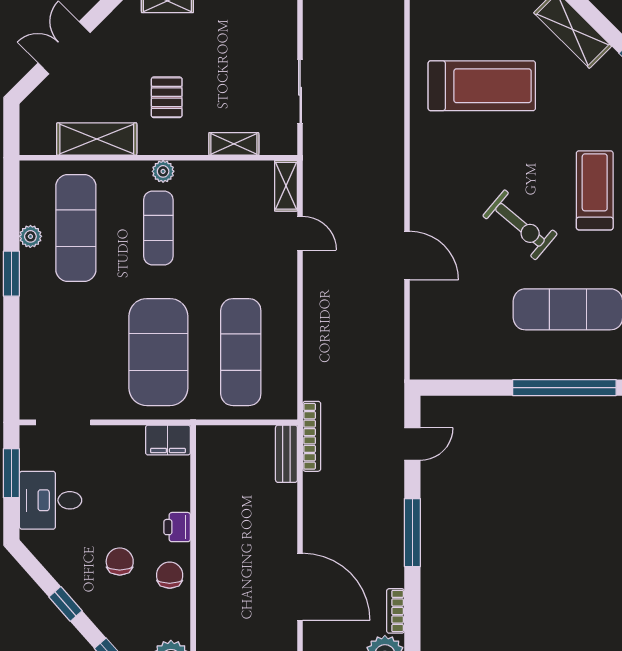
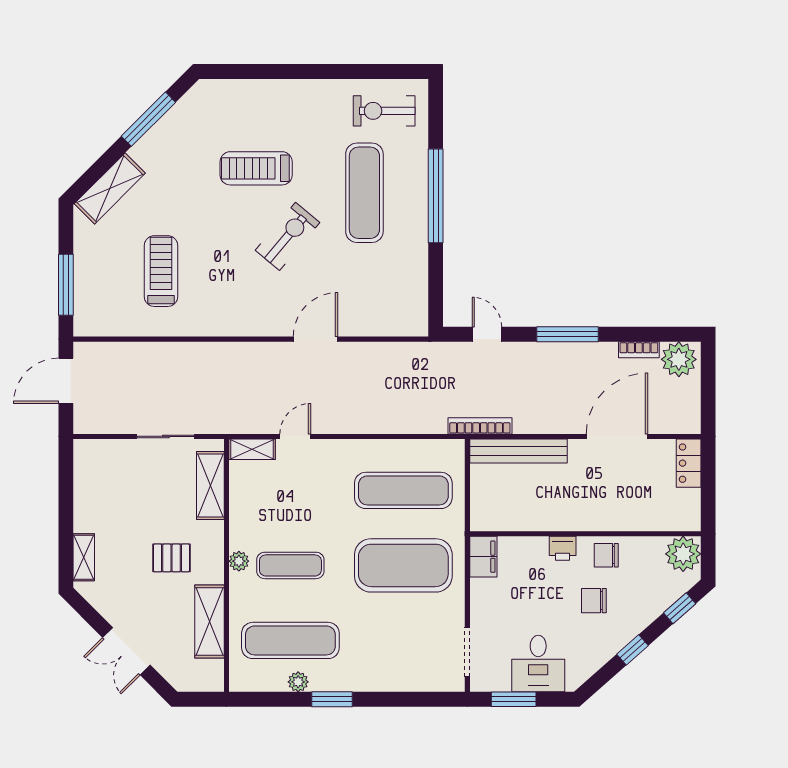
treadmill: (482, 86) -> (161, 271), width x0.73, depth x0.73
shelving: (234, 144) -> (210, 485), width x1.50, depth x1.33
bench: (286, 454) -> (518, 451), width x1.86, depth x1.21

